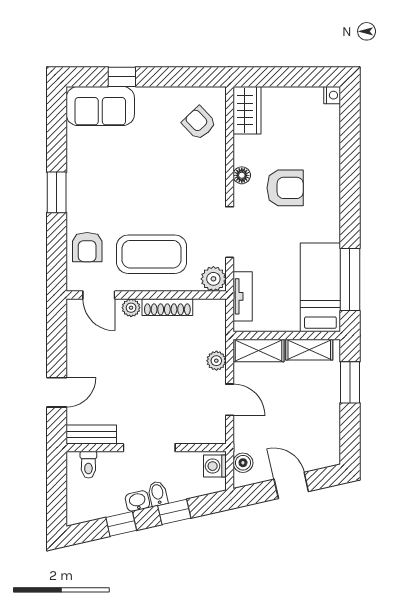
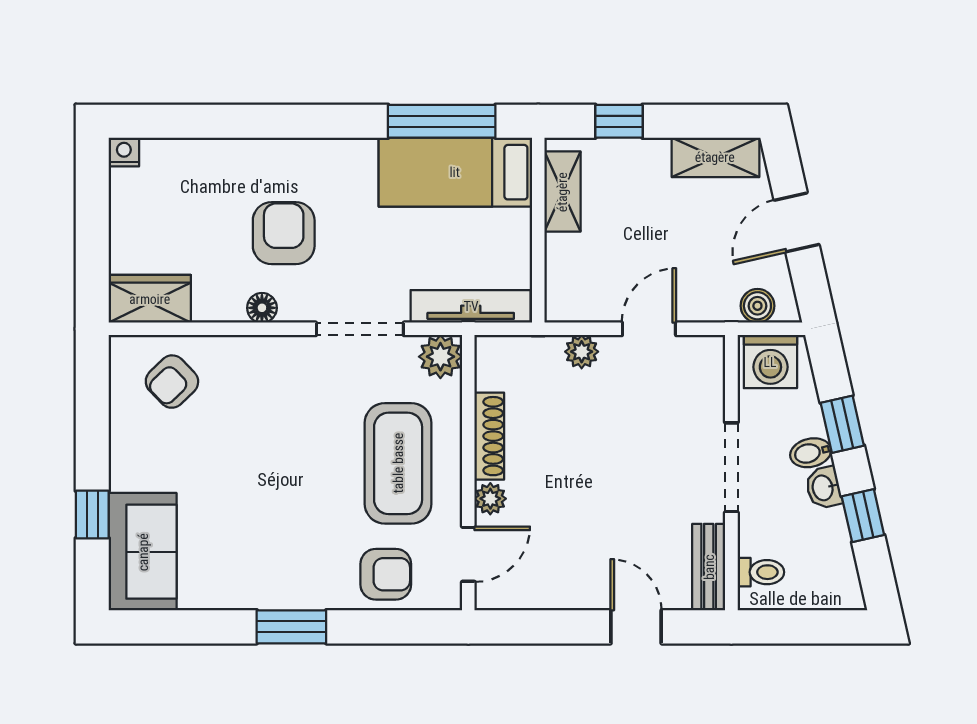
tv unit: (243, 296) -> (471, 306), width x1.41
shelving: (259, 351) -> (715, 157), moved, turned 90
window: (350, 382) -> (619, 121), width x0.67
washing machine: (215, 466) -> (770, 362), width x1.38, depth x1.38

